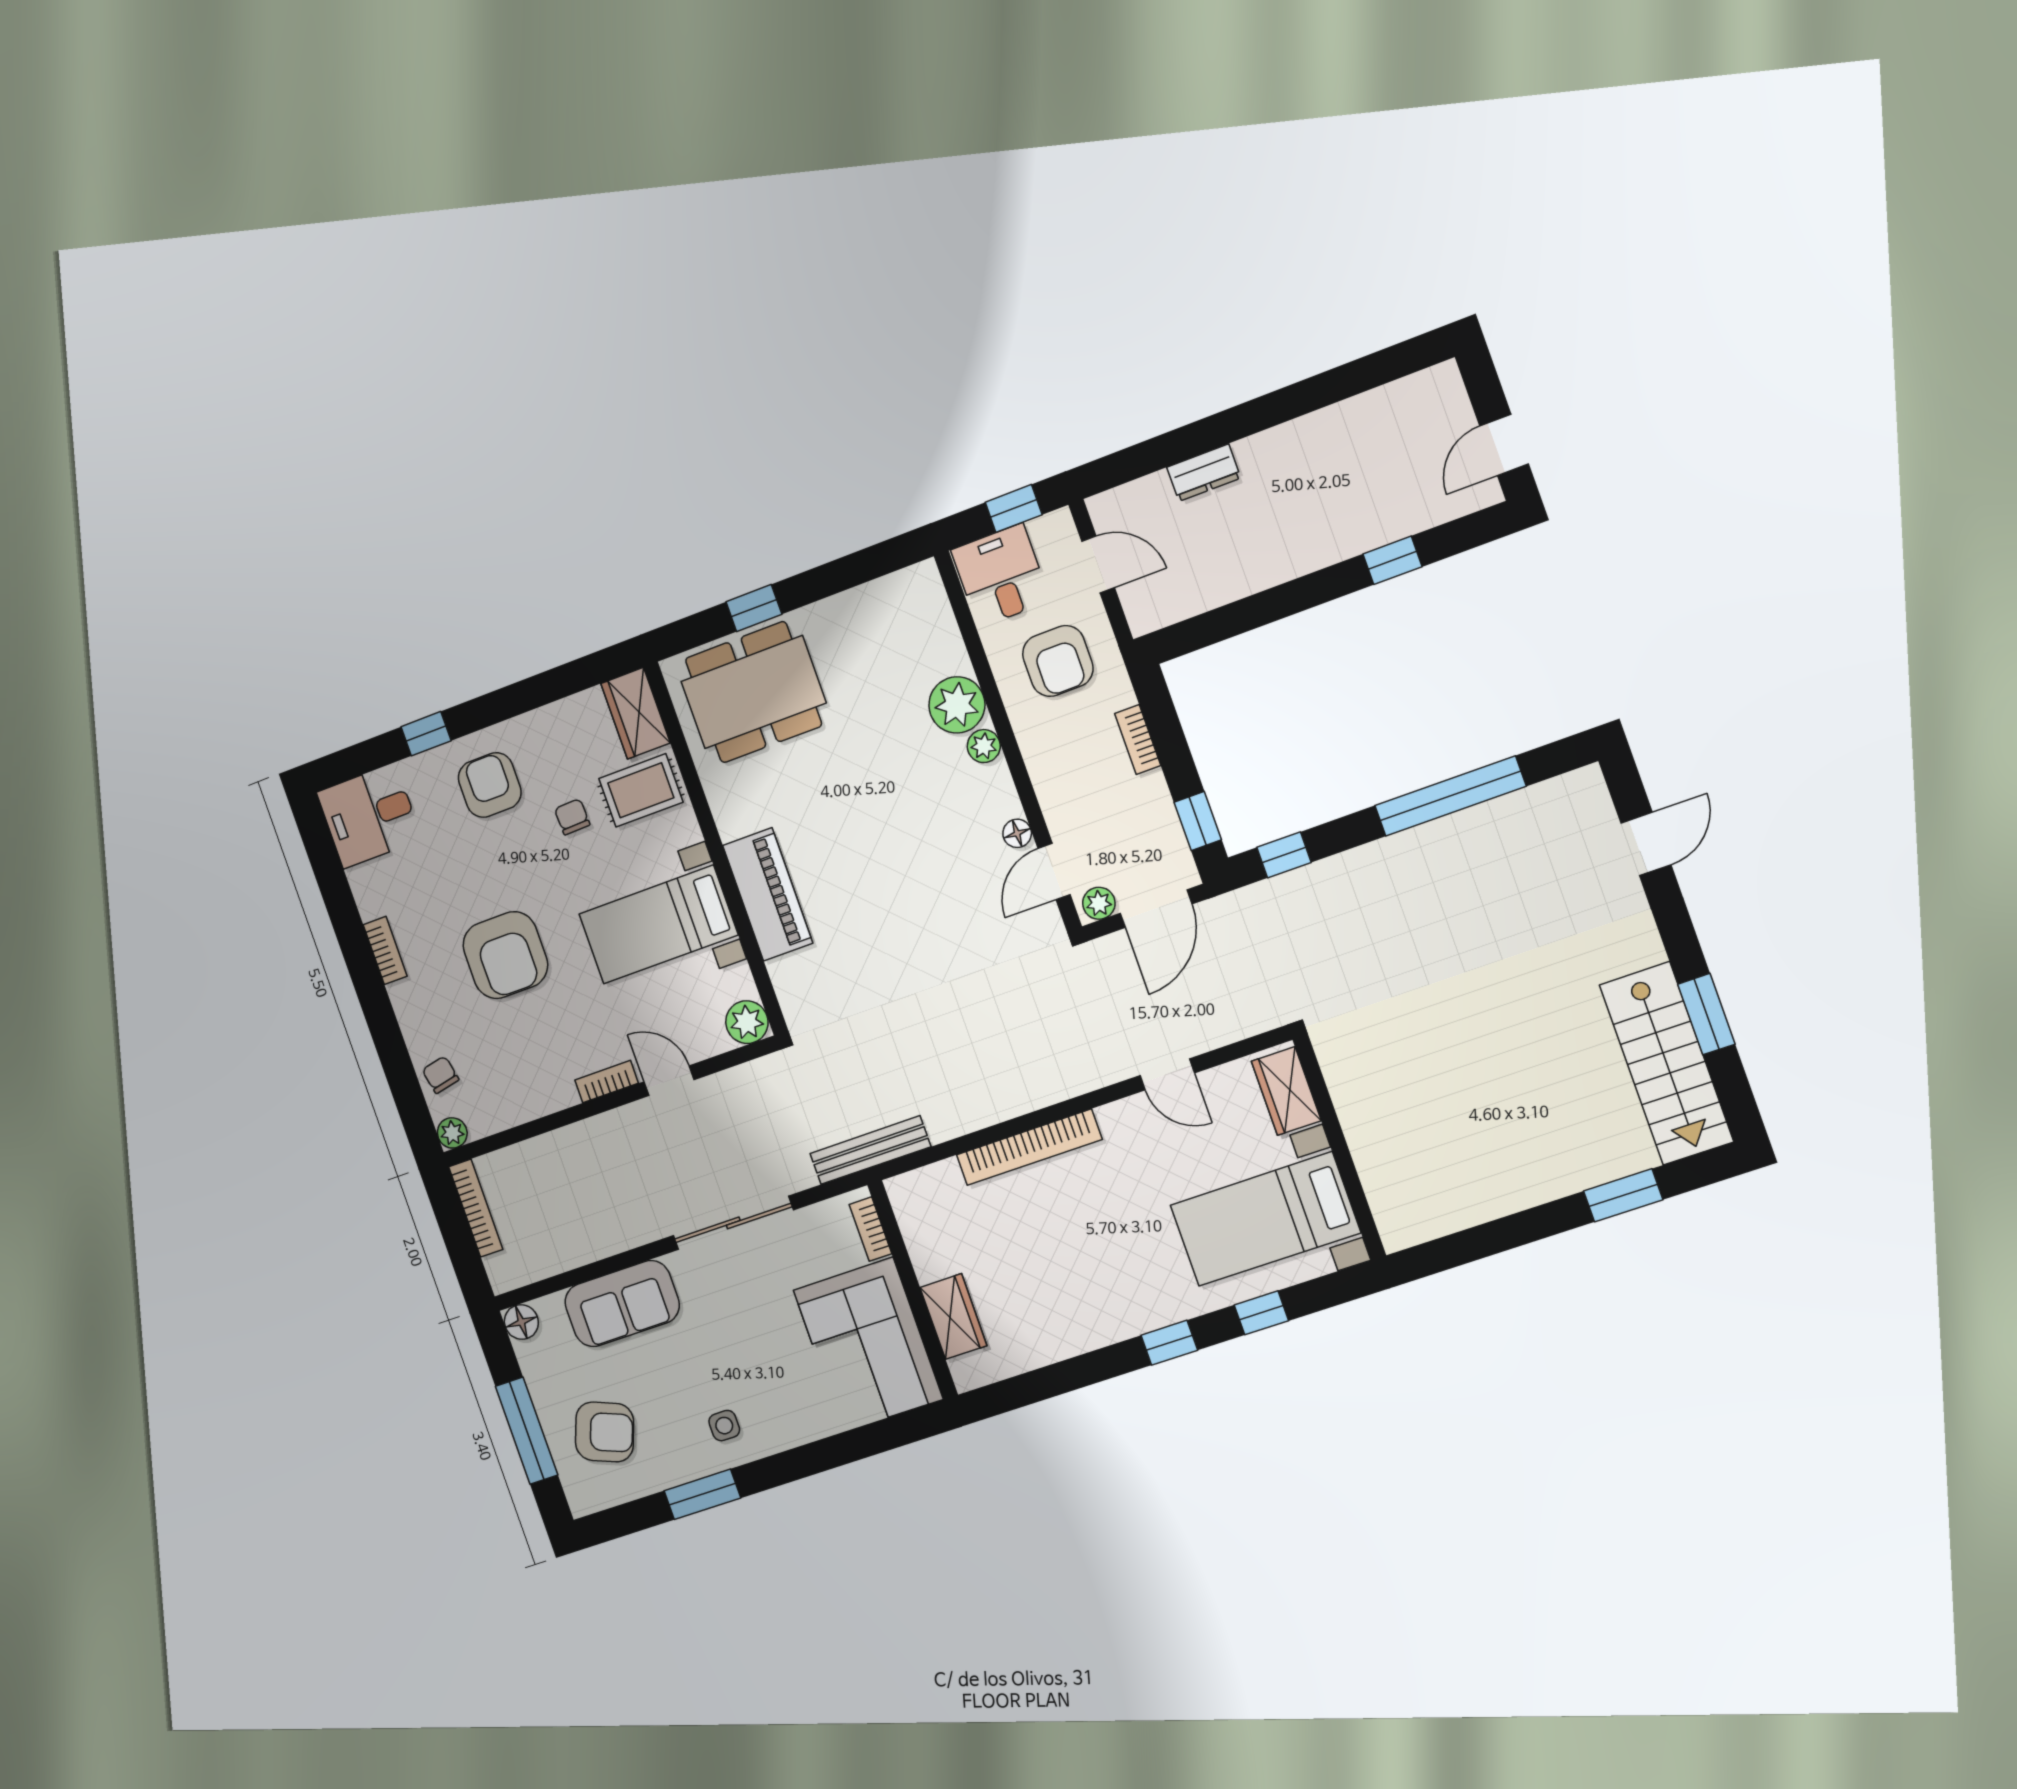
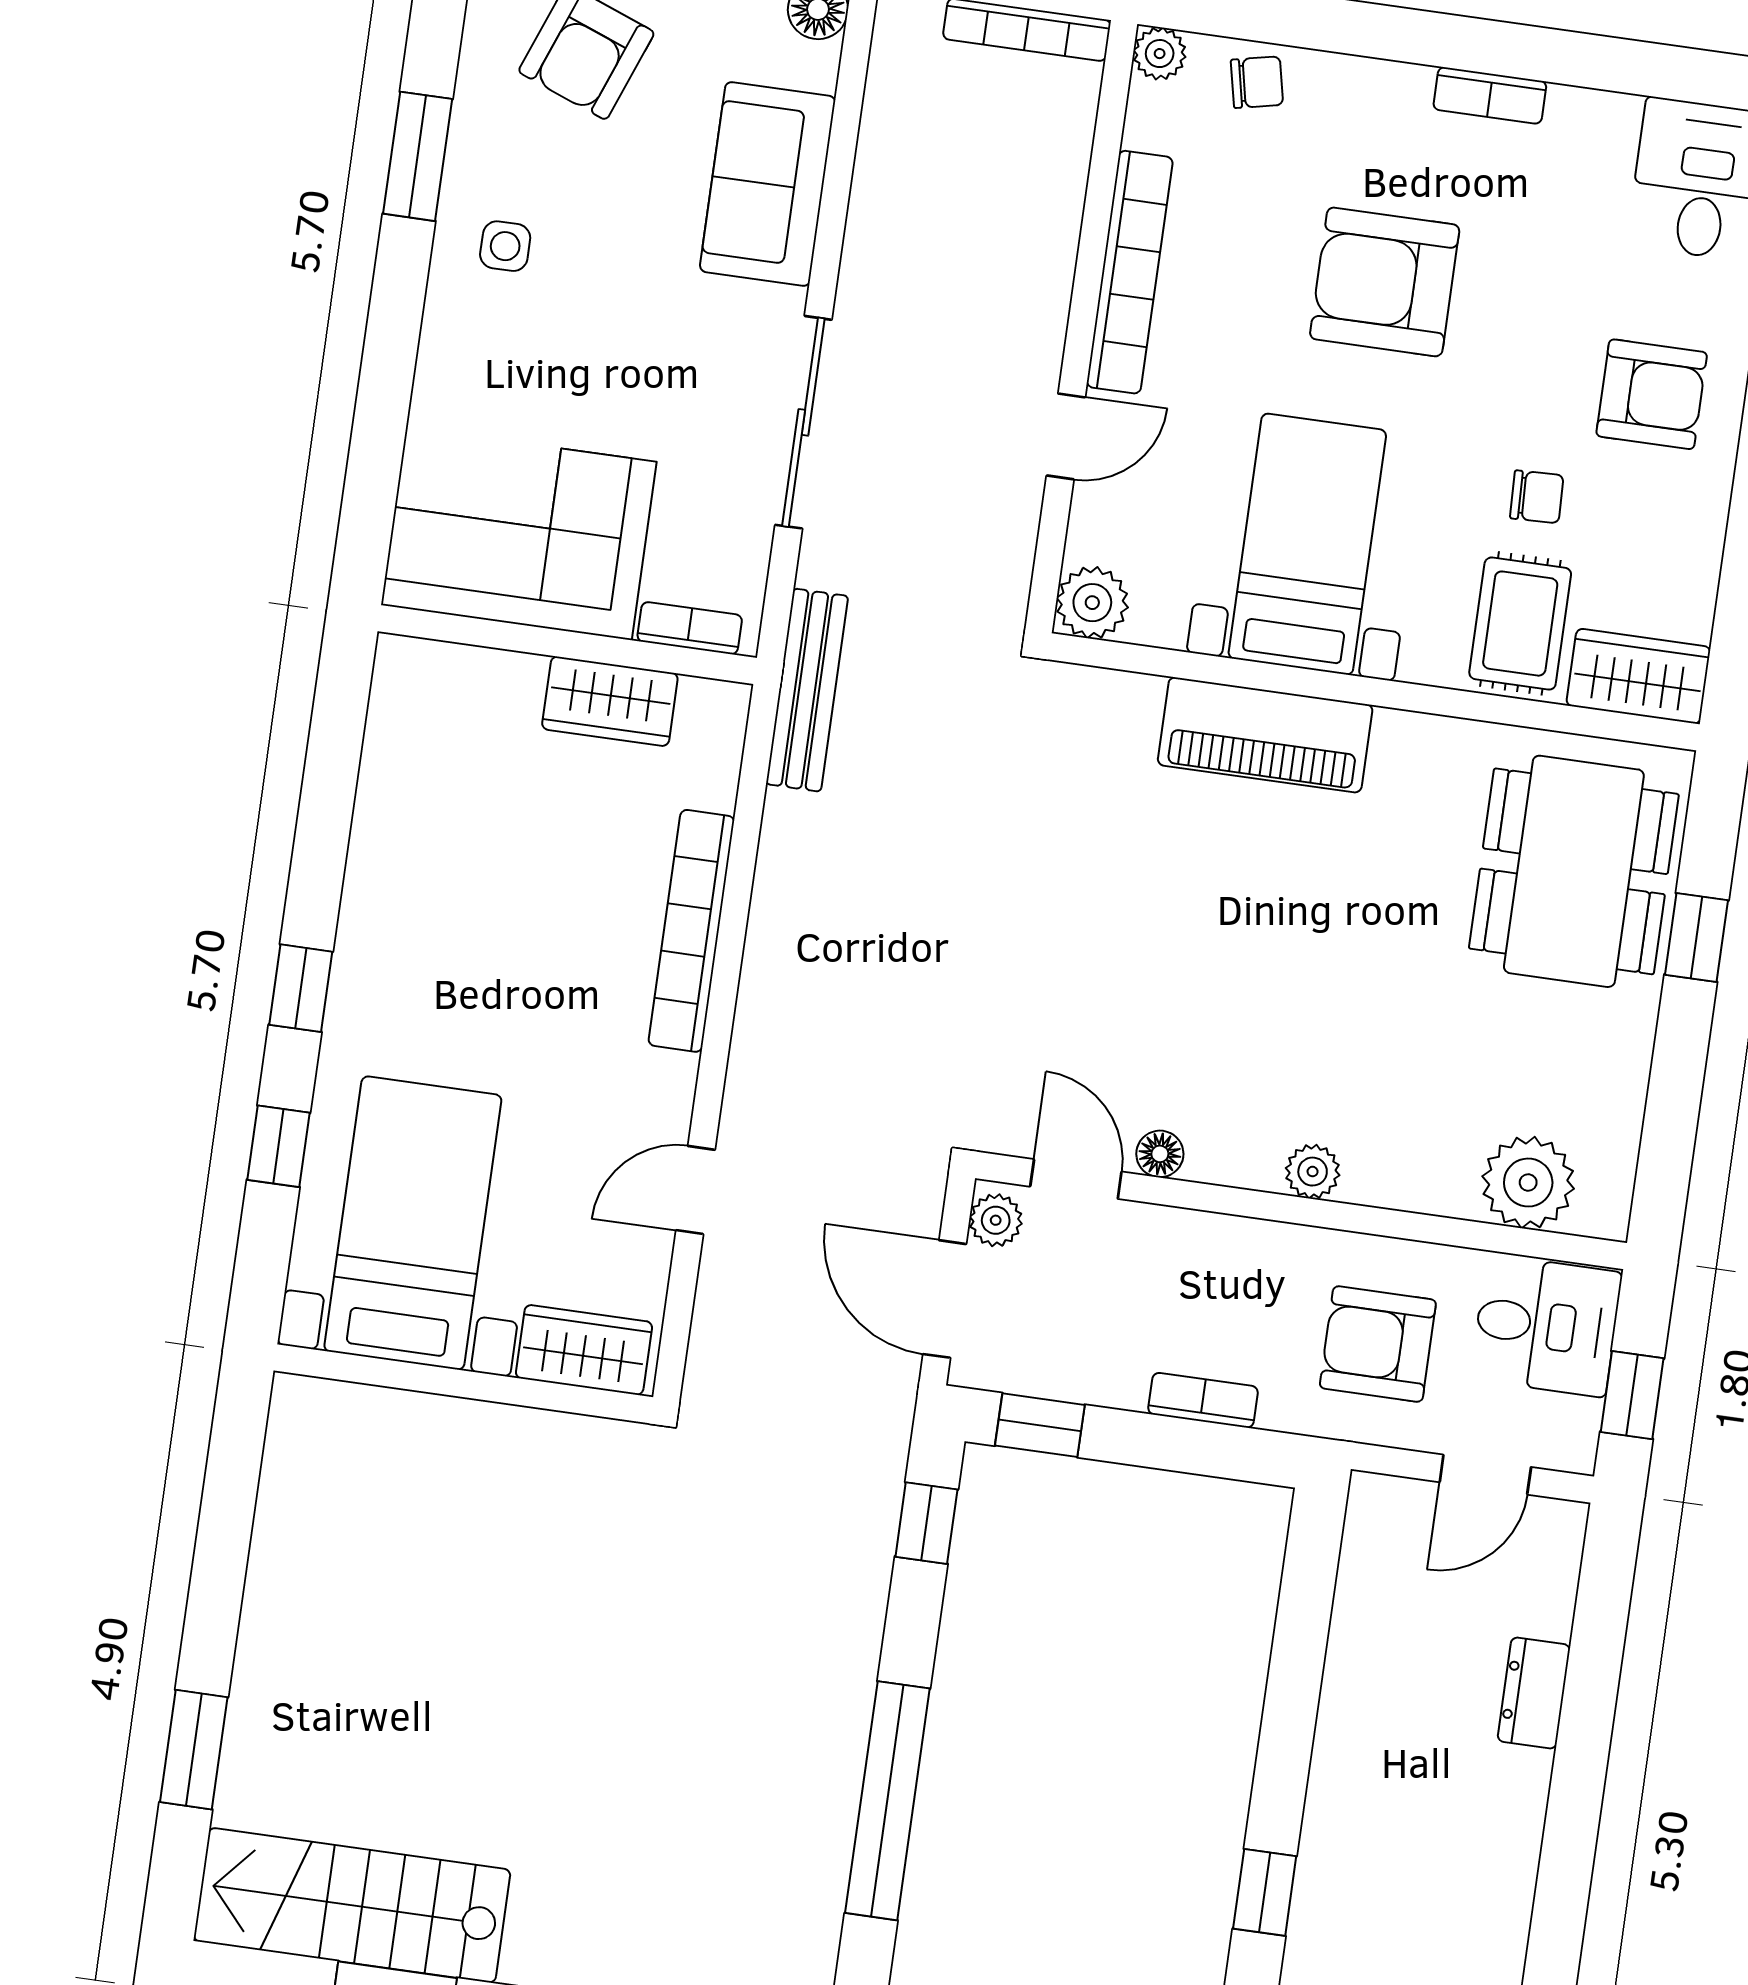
plant: (957, 705) -> (1528, 1183), moved
bookcase: (607, 1082) -> (1130, 272), width x2.31, depth x1.31
wardrobe: (953, 1317) -> (610, 701), moved

